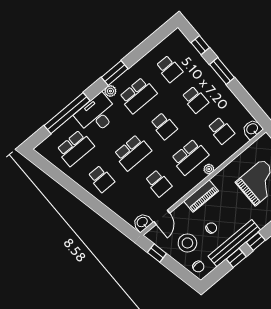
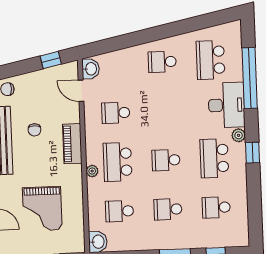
window: (115, 73) -> (252, 153), width x0.67
school desk: (133, 152) -> (164, 111), removed
stool: (187, 243) -> (38, 96), removed

